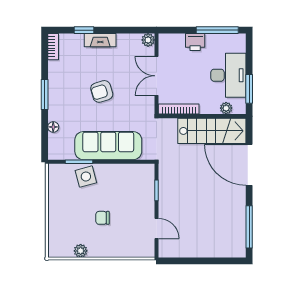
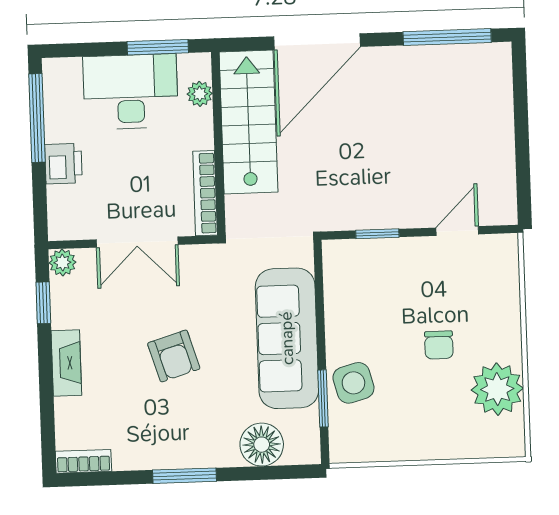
window: (84, 30) -> (43, 303), moved
floor lamp: (53, 127) -> (262, 445), width x1.89, depth x1.89
plant: (81, 251) -> (497, 389), width x1.88, depth x1.88

